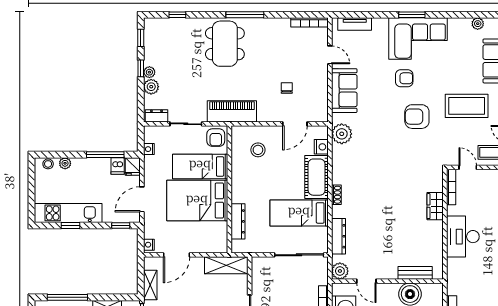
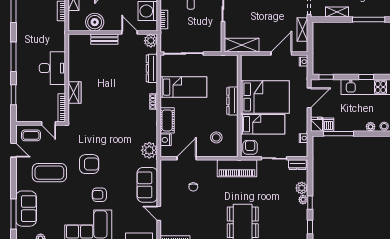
cot: (317, 177) -> (167, 120), width x0.73, depth x0.75
dresser: (238, 221) -> (232, 101), moved
bench: (415, 273) -> (104, 39), moved

